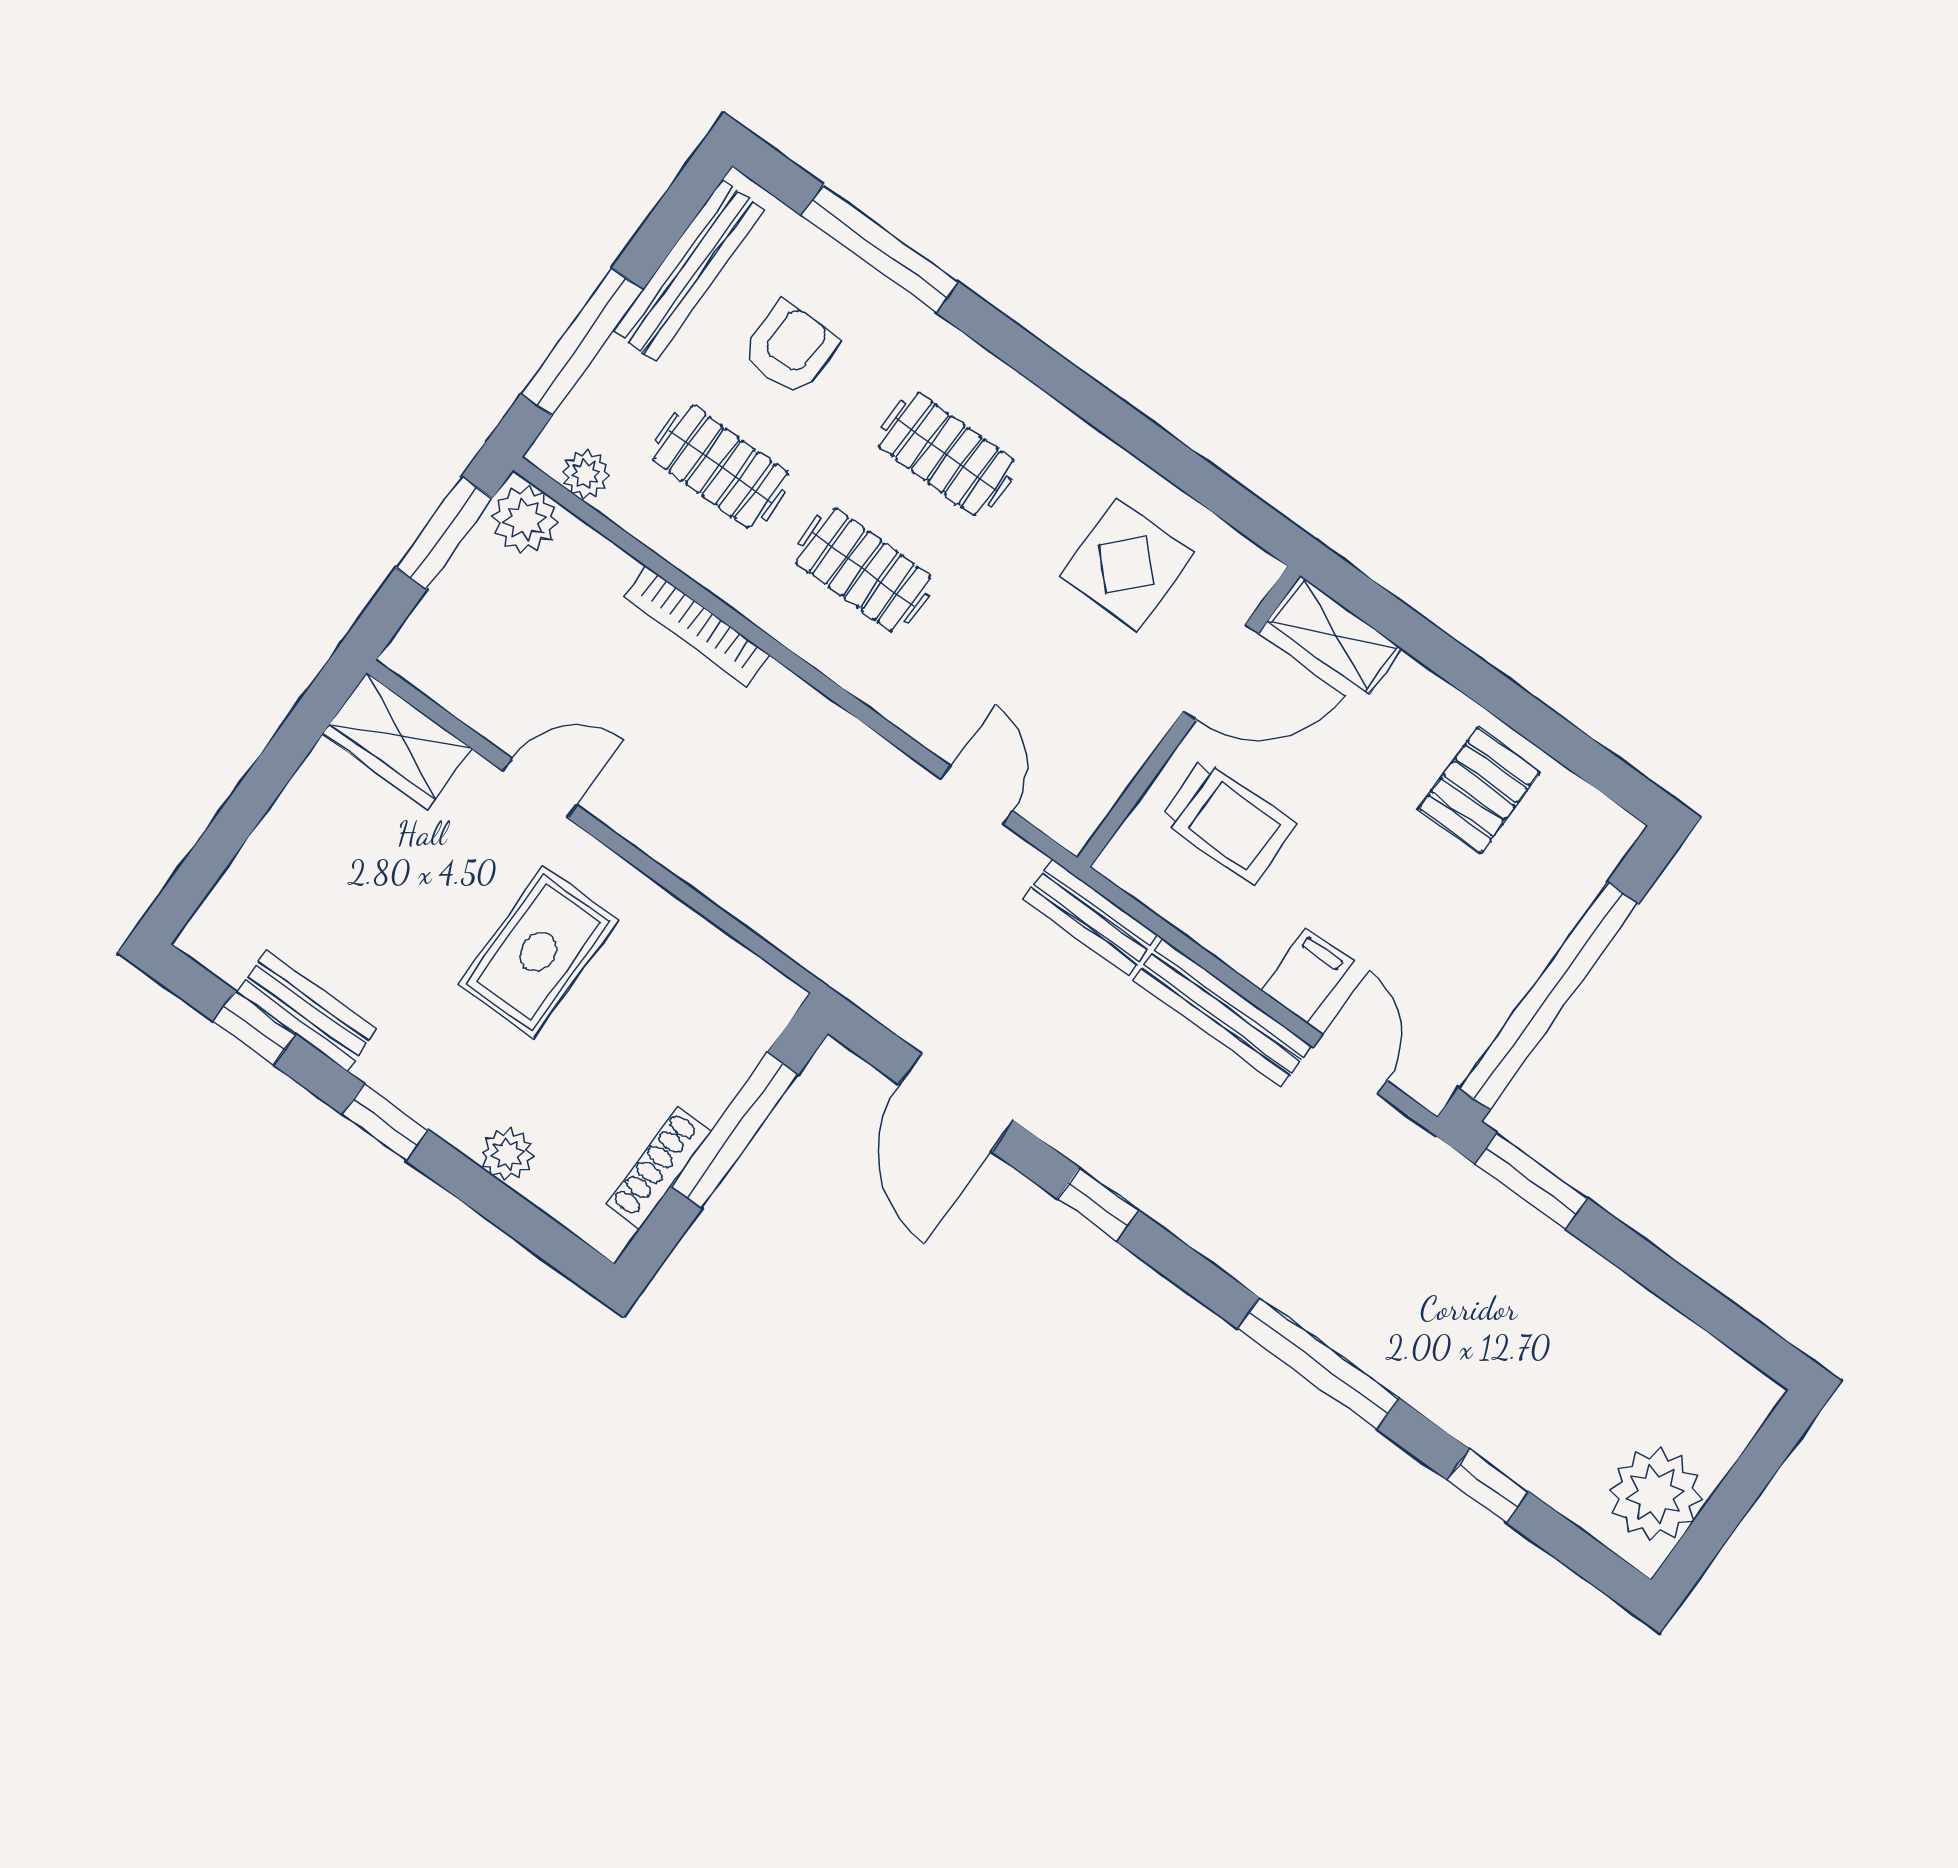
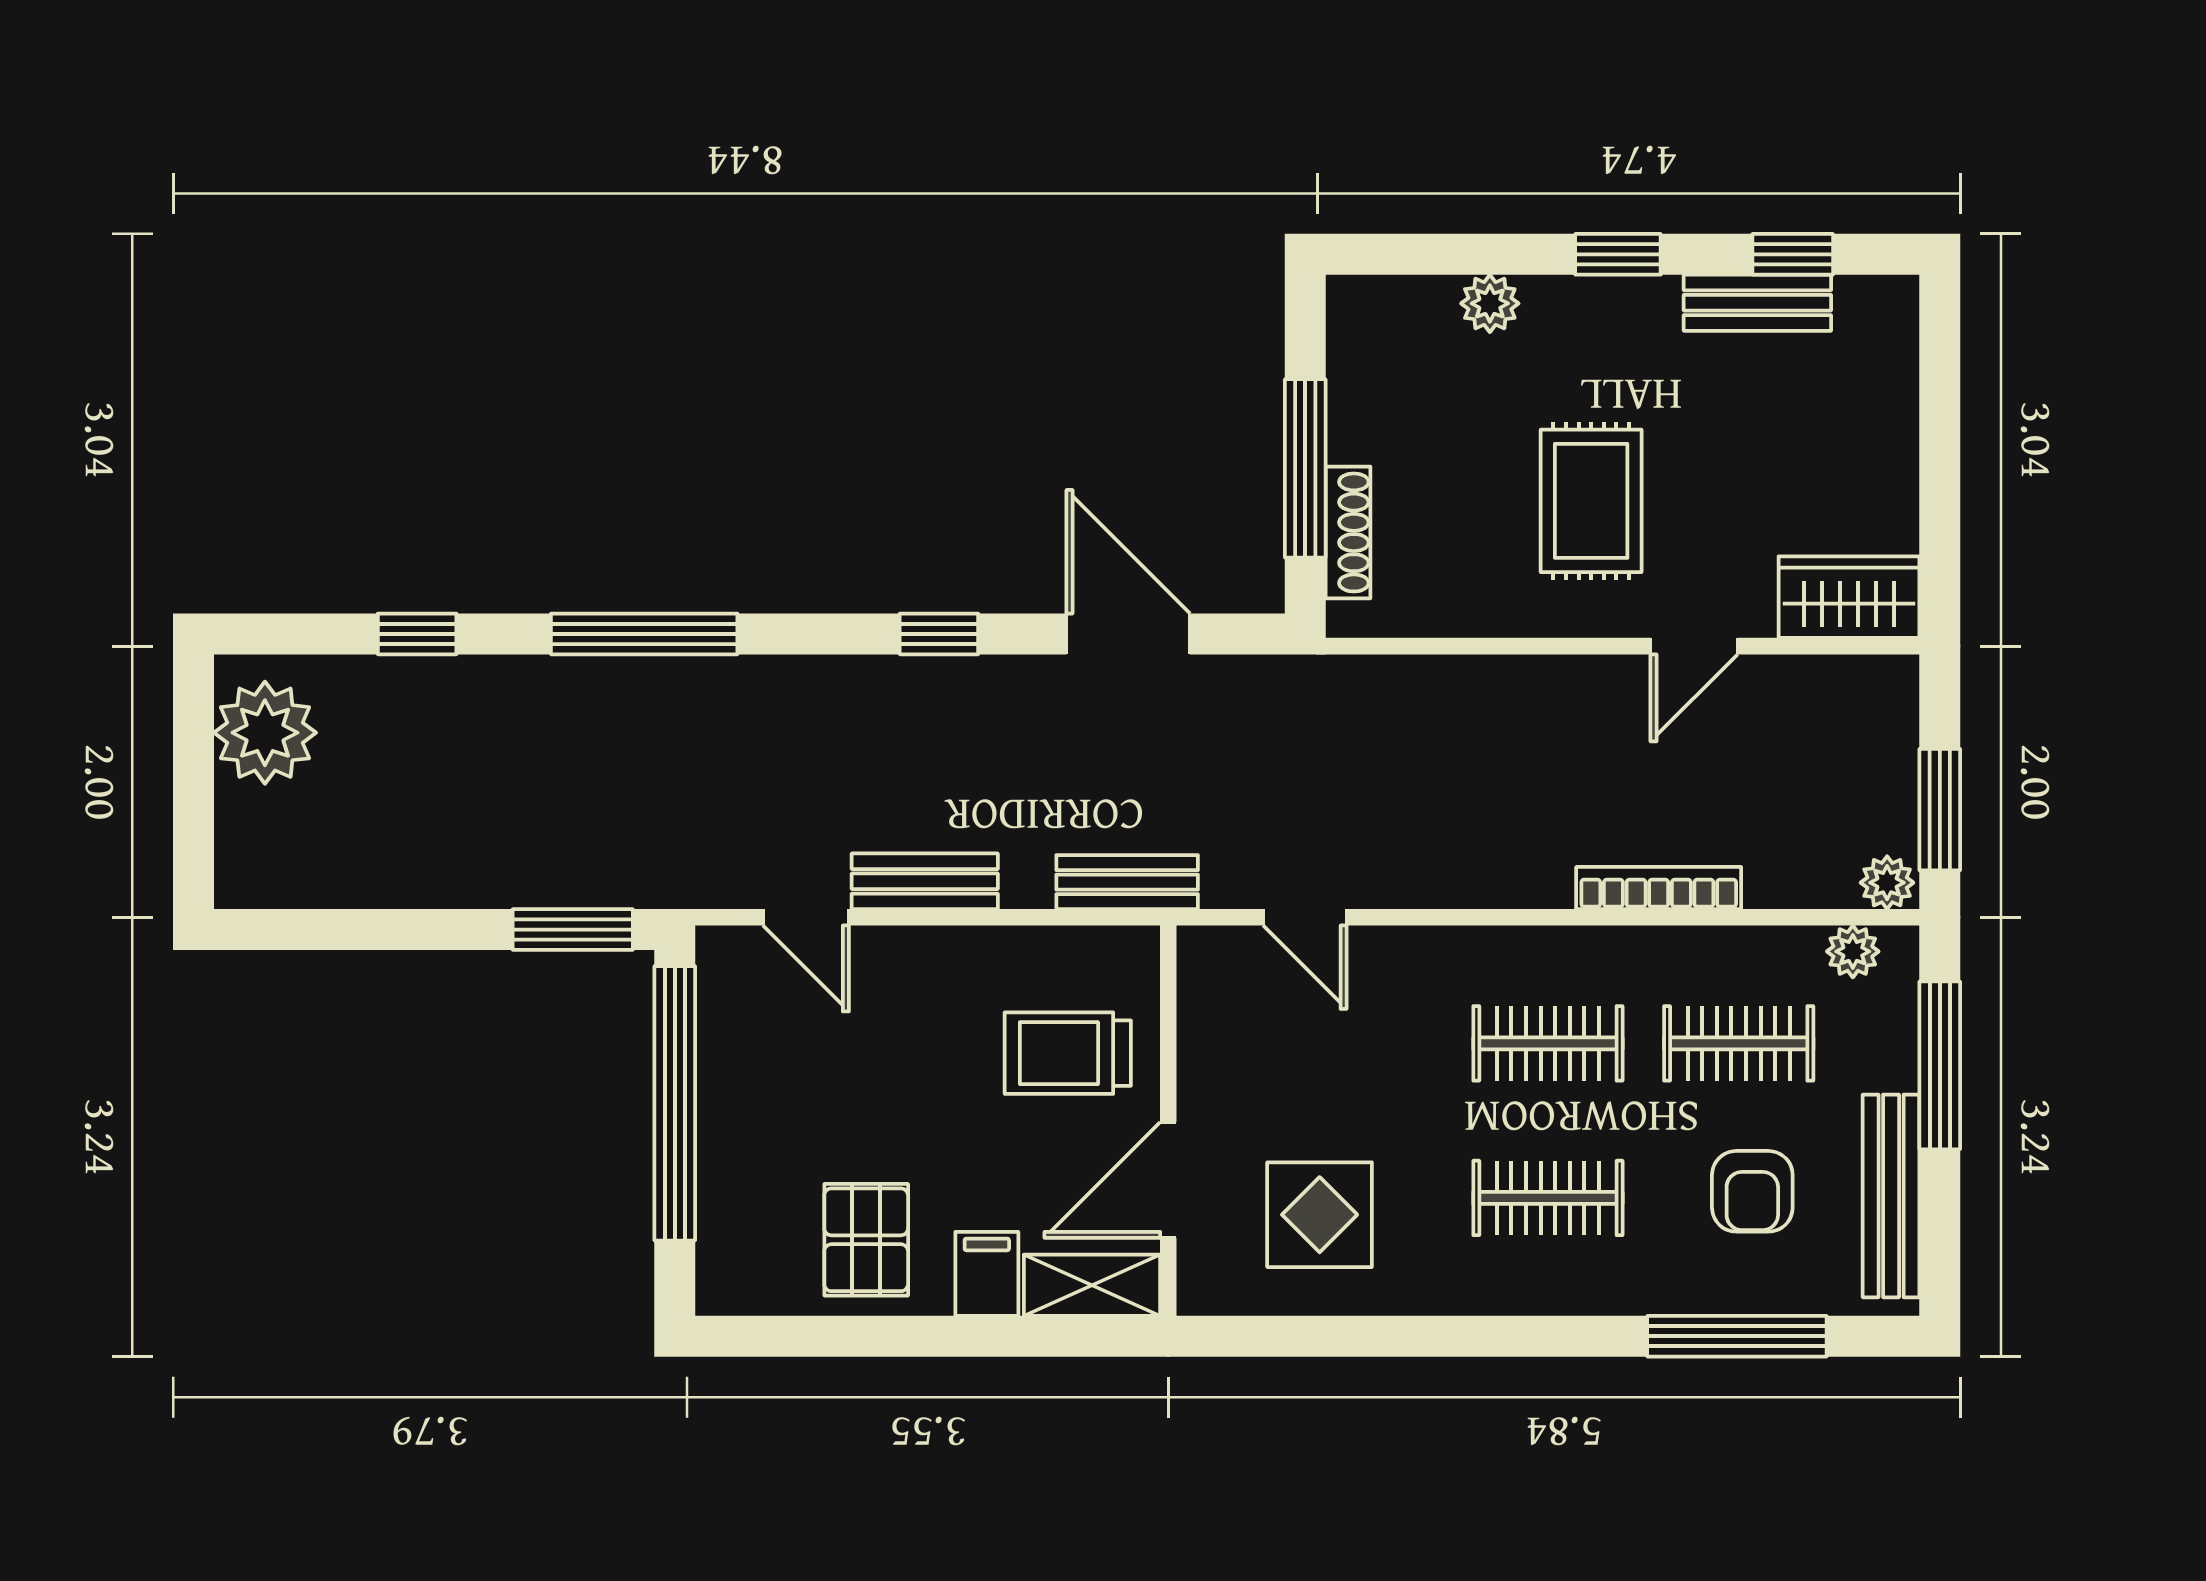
plant: (525, 520) -> (1887, 883), width x0.73, depth x0.73
filing cabinet: (1307, 976) -> (987, 1274), moved, turned 180
bench: (1222, 1013) -> (925, 881), width x0.73
shoe rack: (659, 1168) -> (1348, 532), moved

